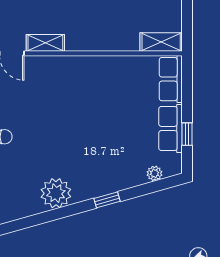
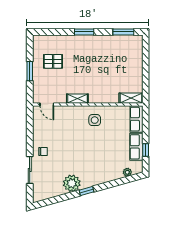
shelving: (45, 43) -> (77, 99), moved
side table: (97, 81) -> (95, 120), added
window: (107, 200) -> (87, 191), moved

